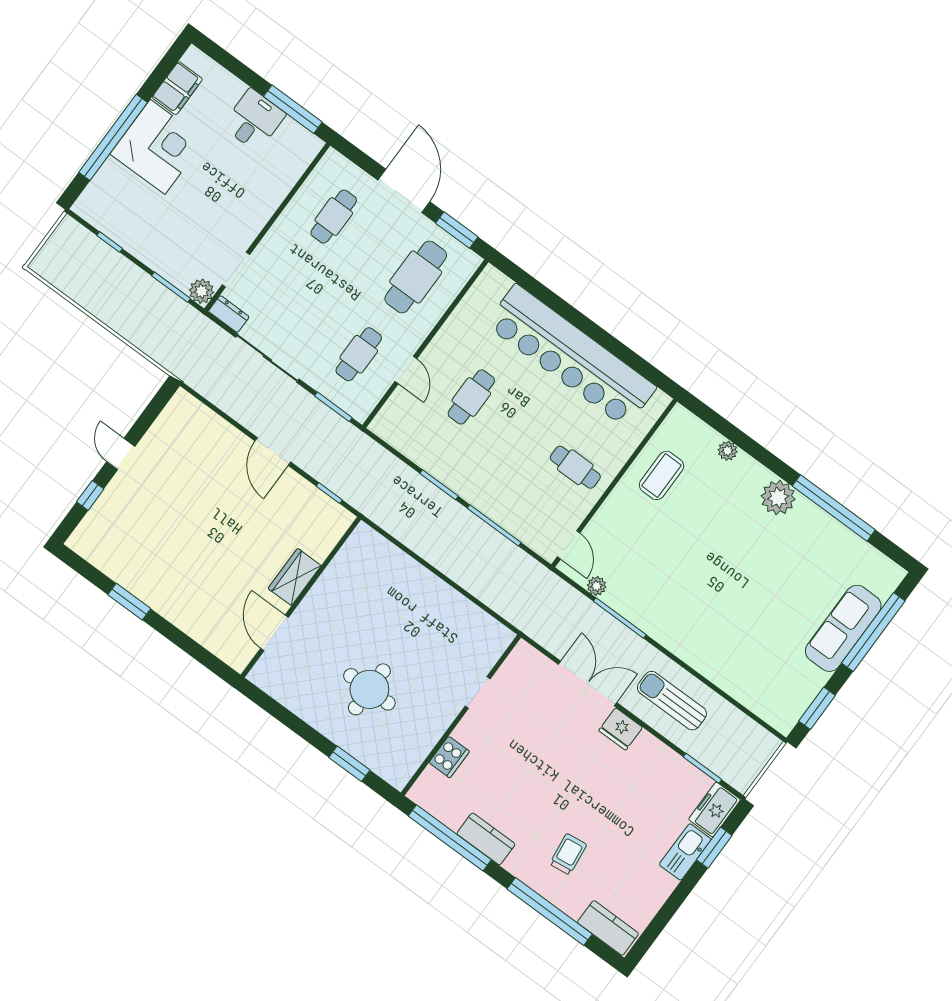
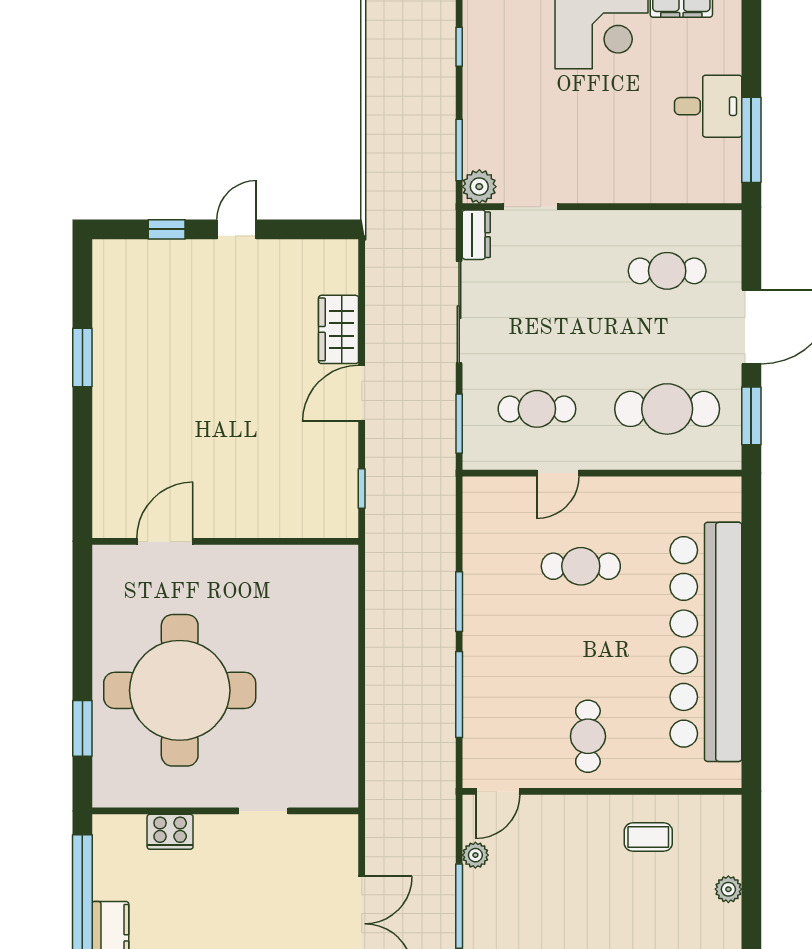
coffee table: (661, 475) -> (648, 837), width x0.73, depth x0.77
wardrobe: (295, 577) -> (339, 329), moved, turned -90
round table: (369, 689) -> (180, 690), width x1.86, depth x1.86

